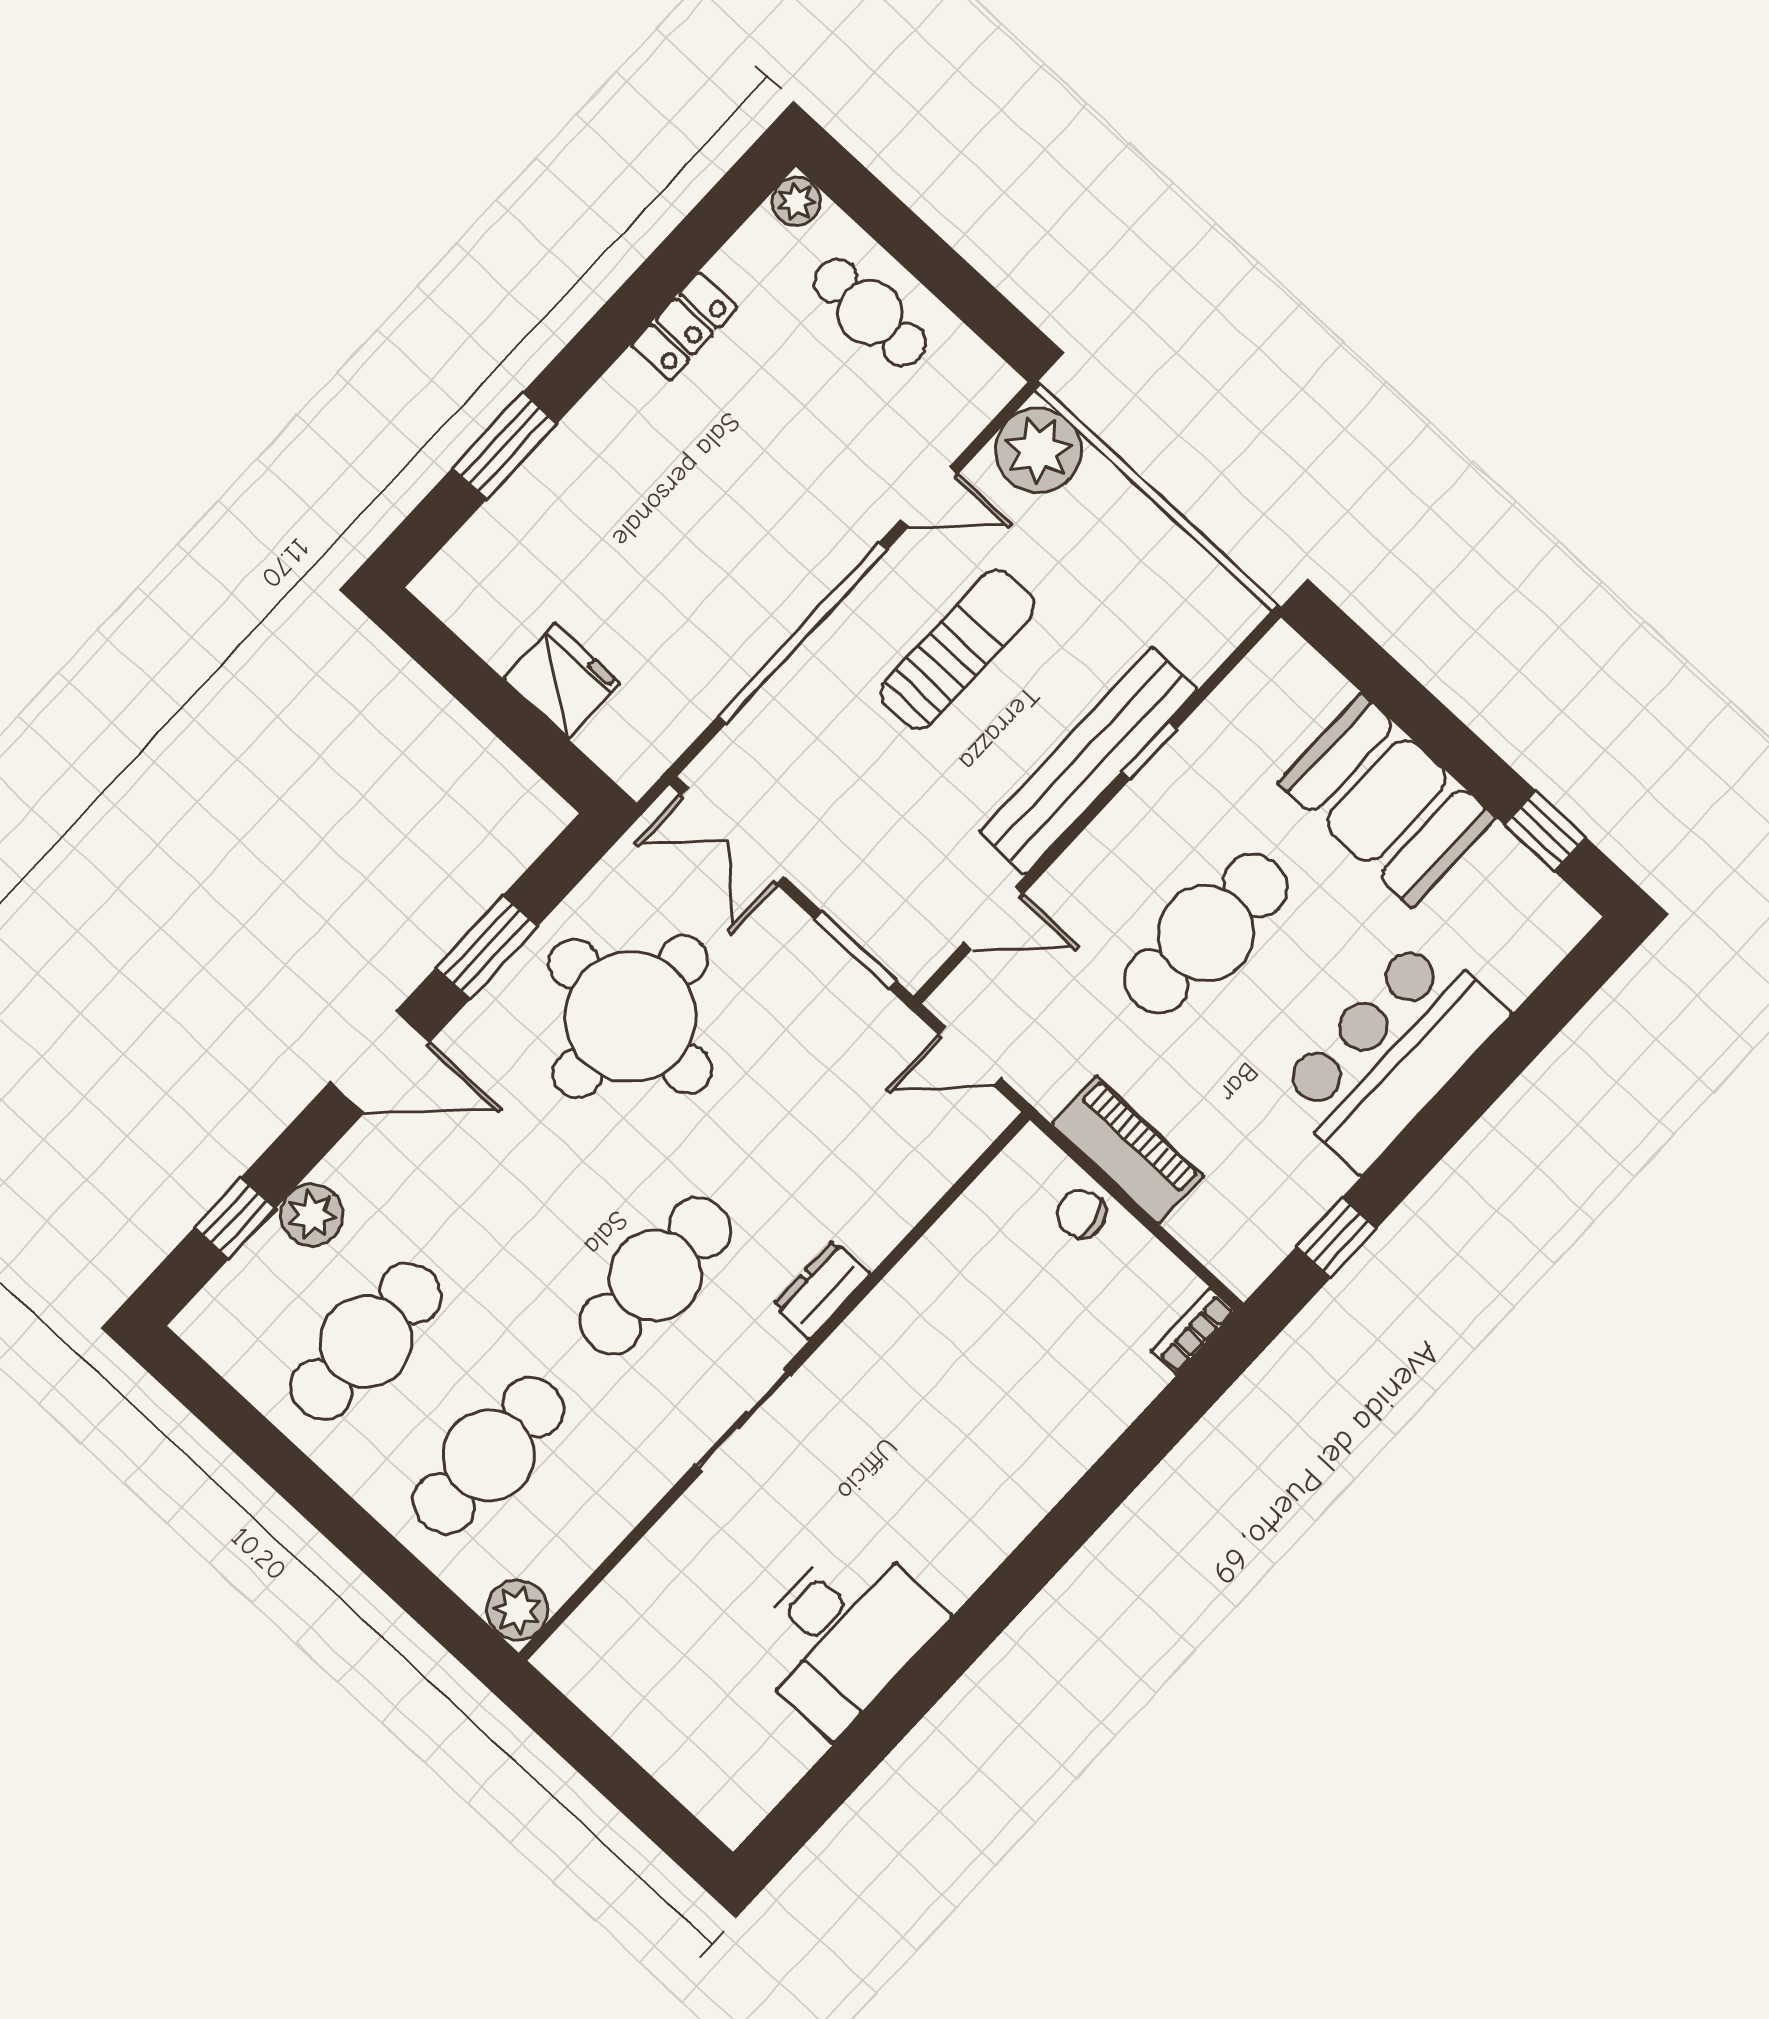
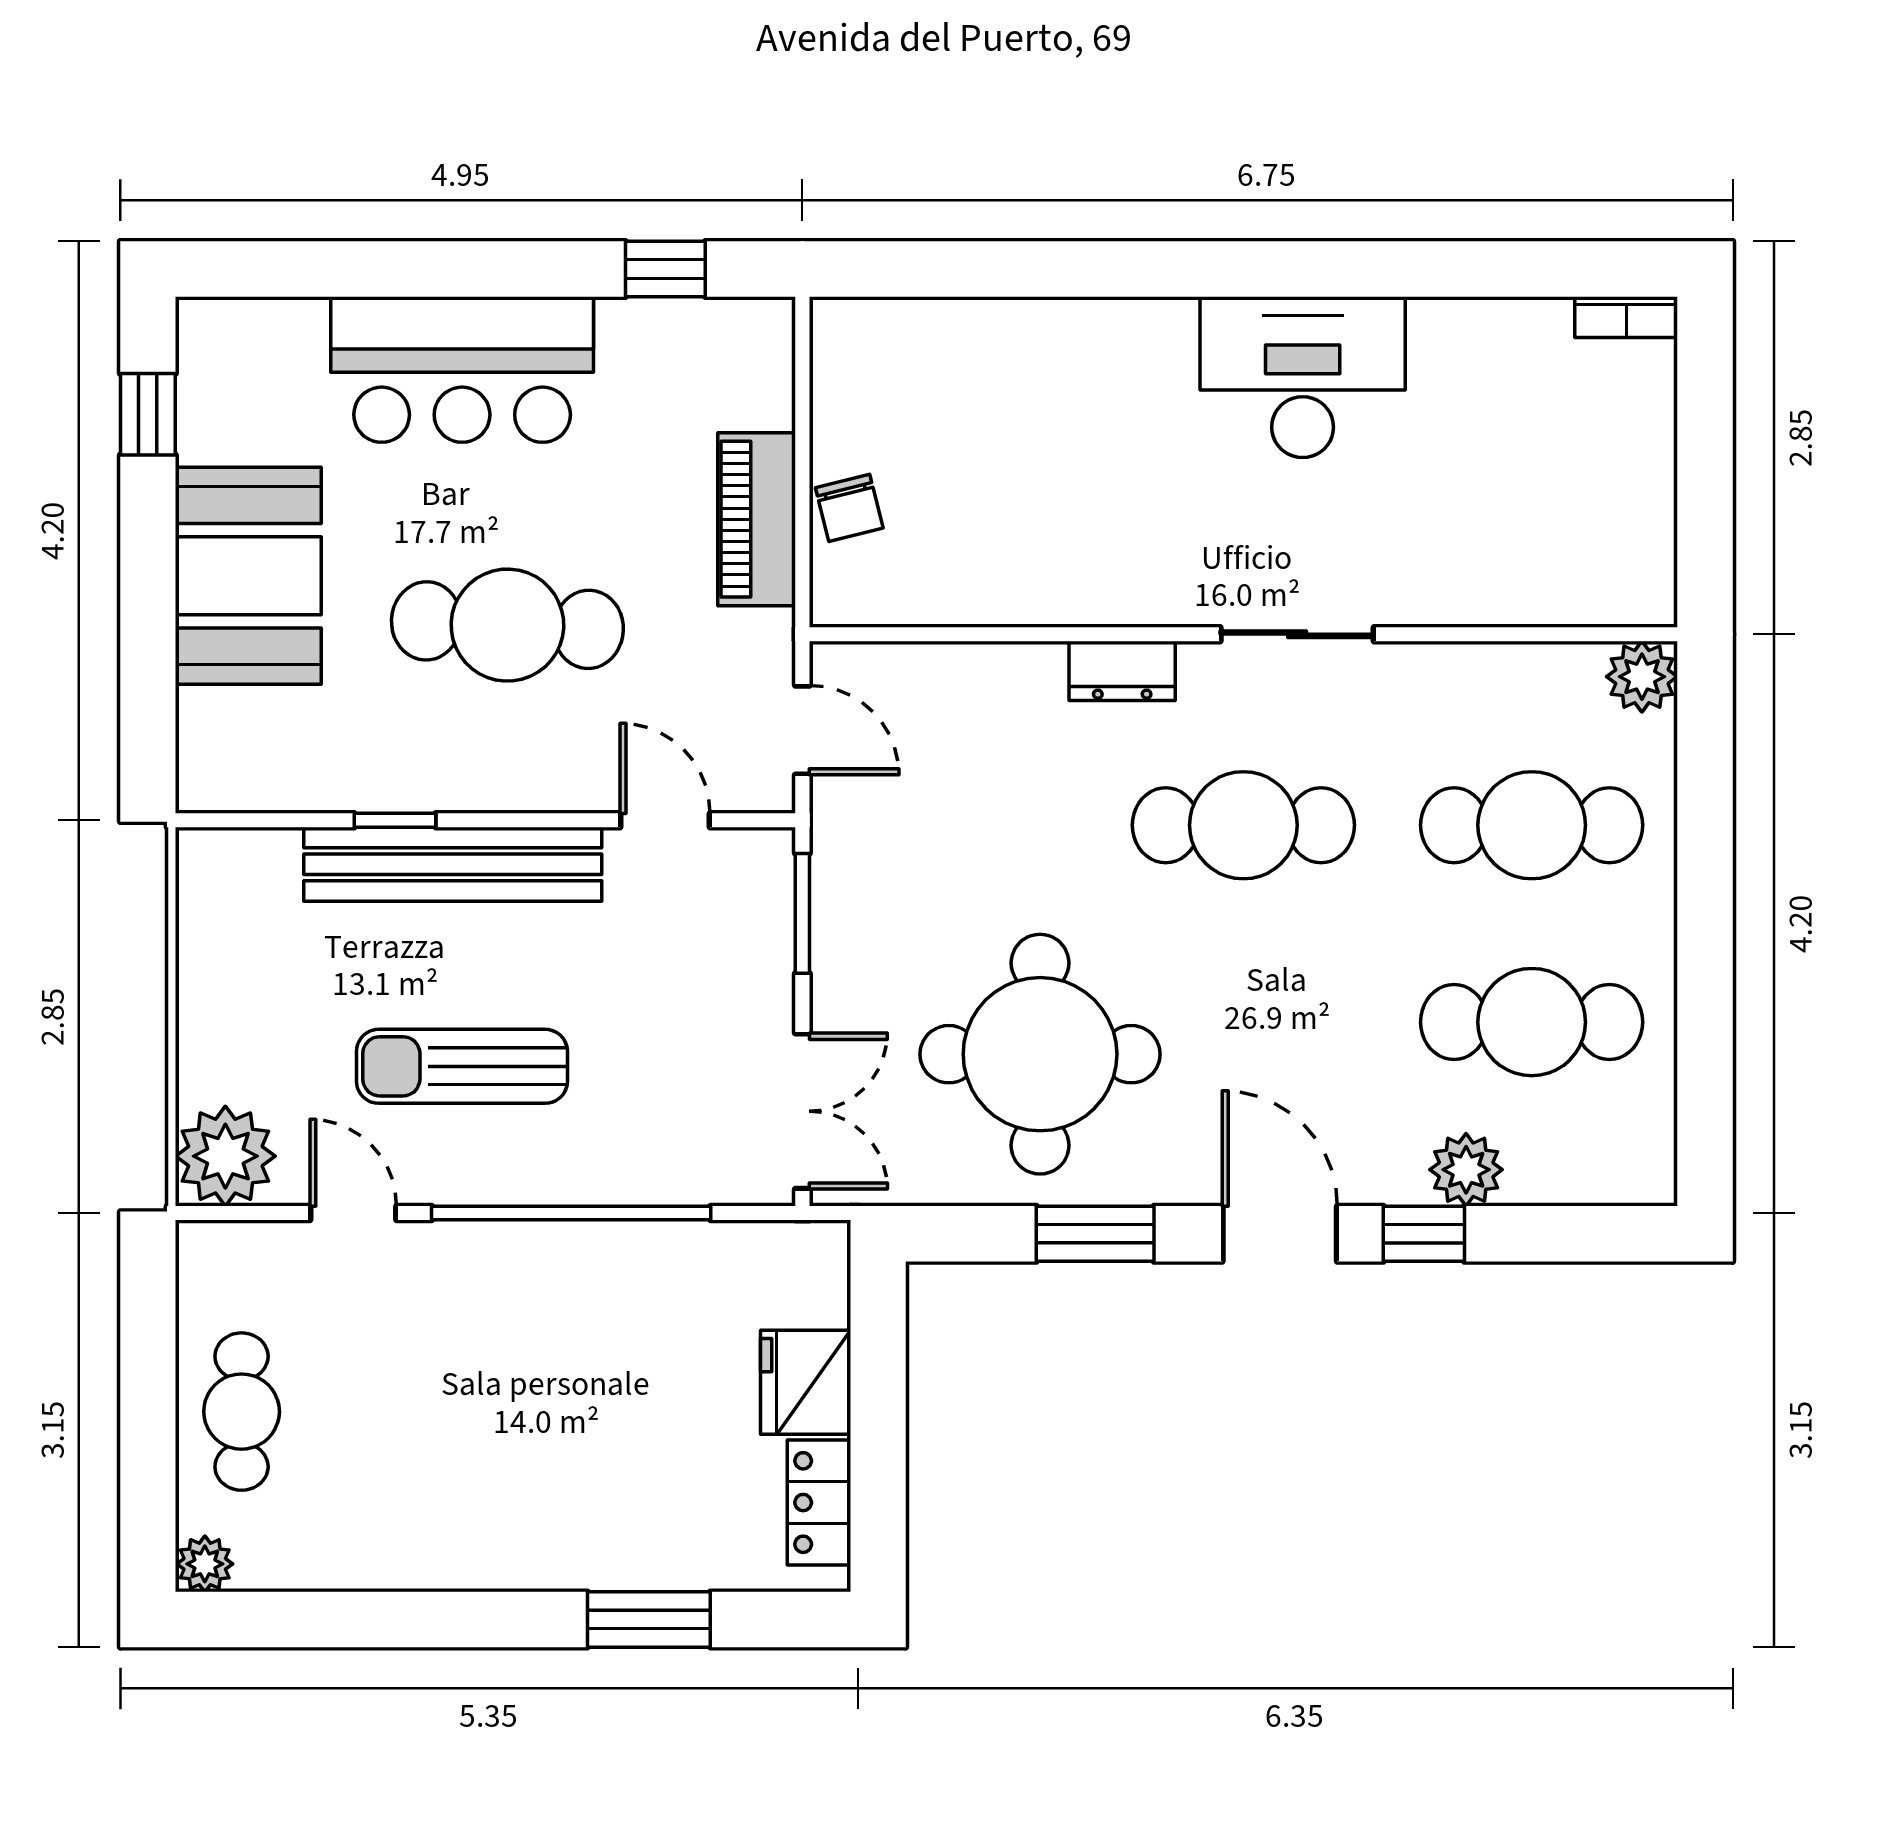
locker: (684, 326) -> (819, 1503), moved, turned -90
window: (235, 1218) -> (1424, 1234), moved
bookcase: (1193, 1331) -> (1626, 317), moved
desk: (843, 1634) -> (1303, 377), moved

